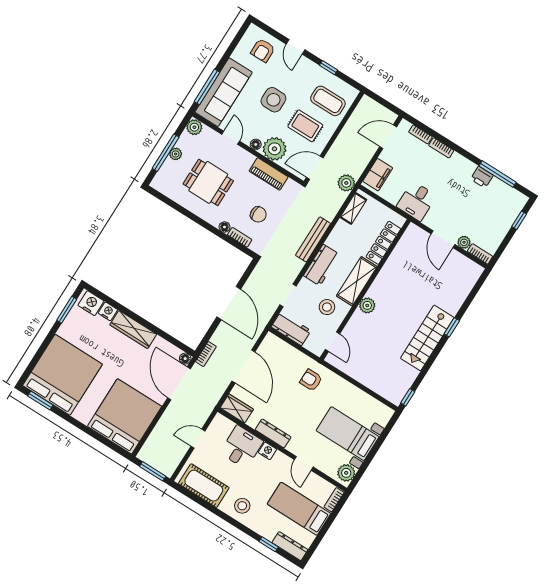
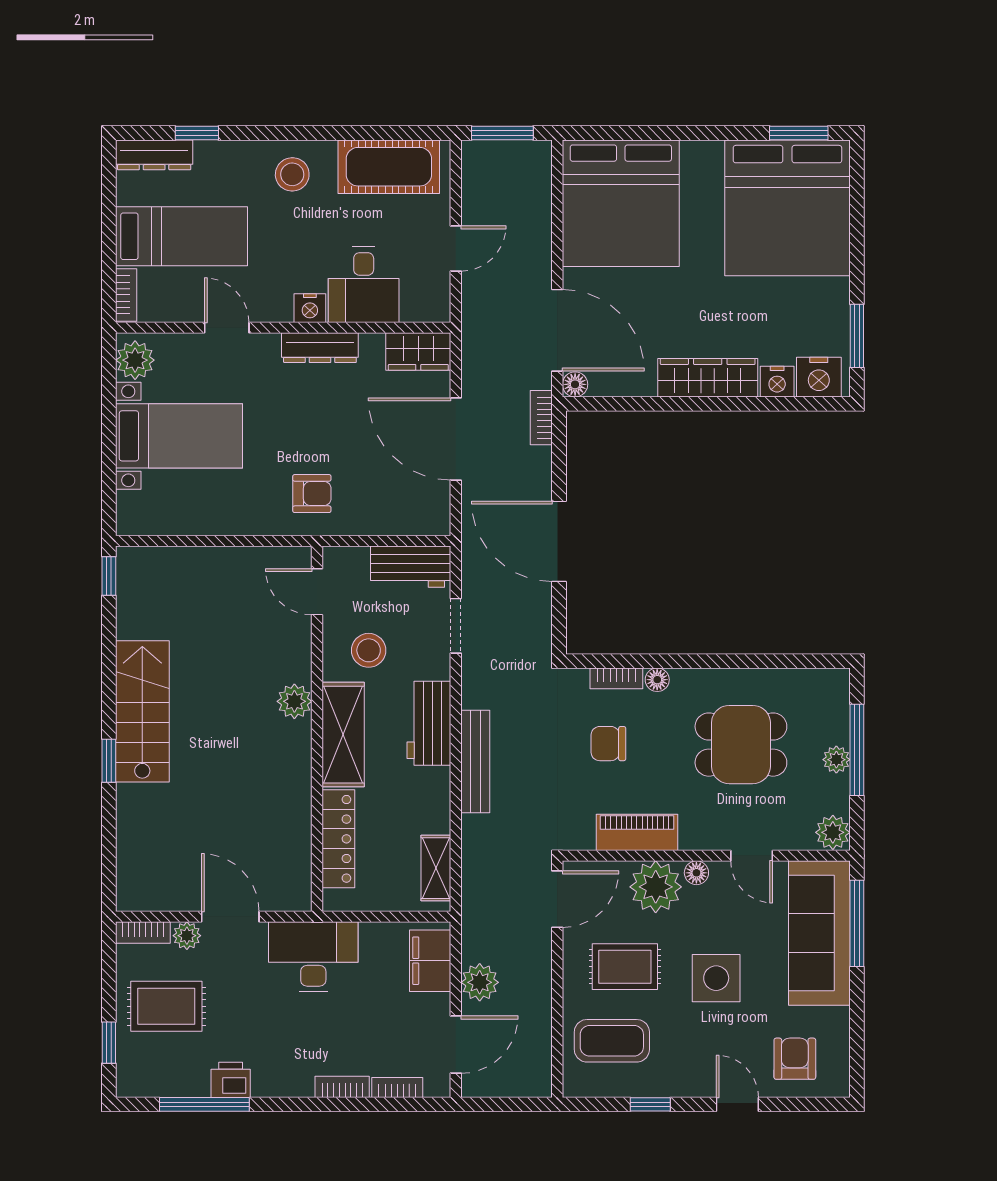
plant: (346, 183) -> (480, 982), moved
desk: (416, 201) -> (313, 957), width x1.37
rug: (489, 220) -> (166, 1006), added

